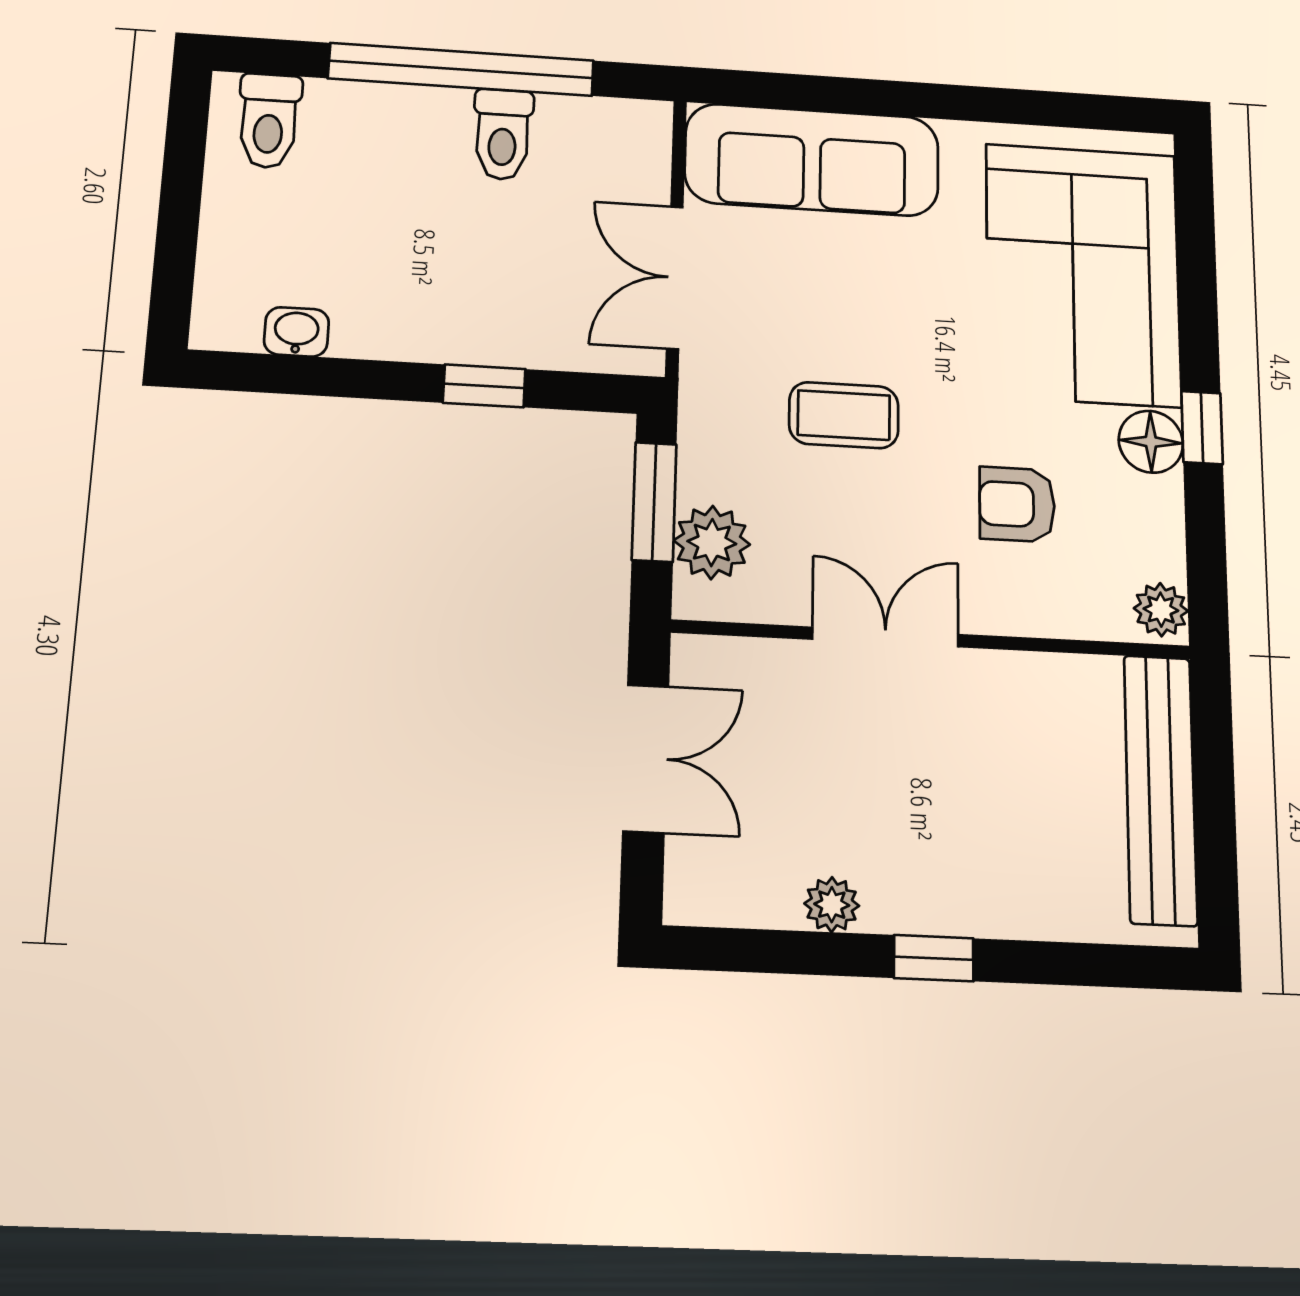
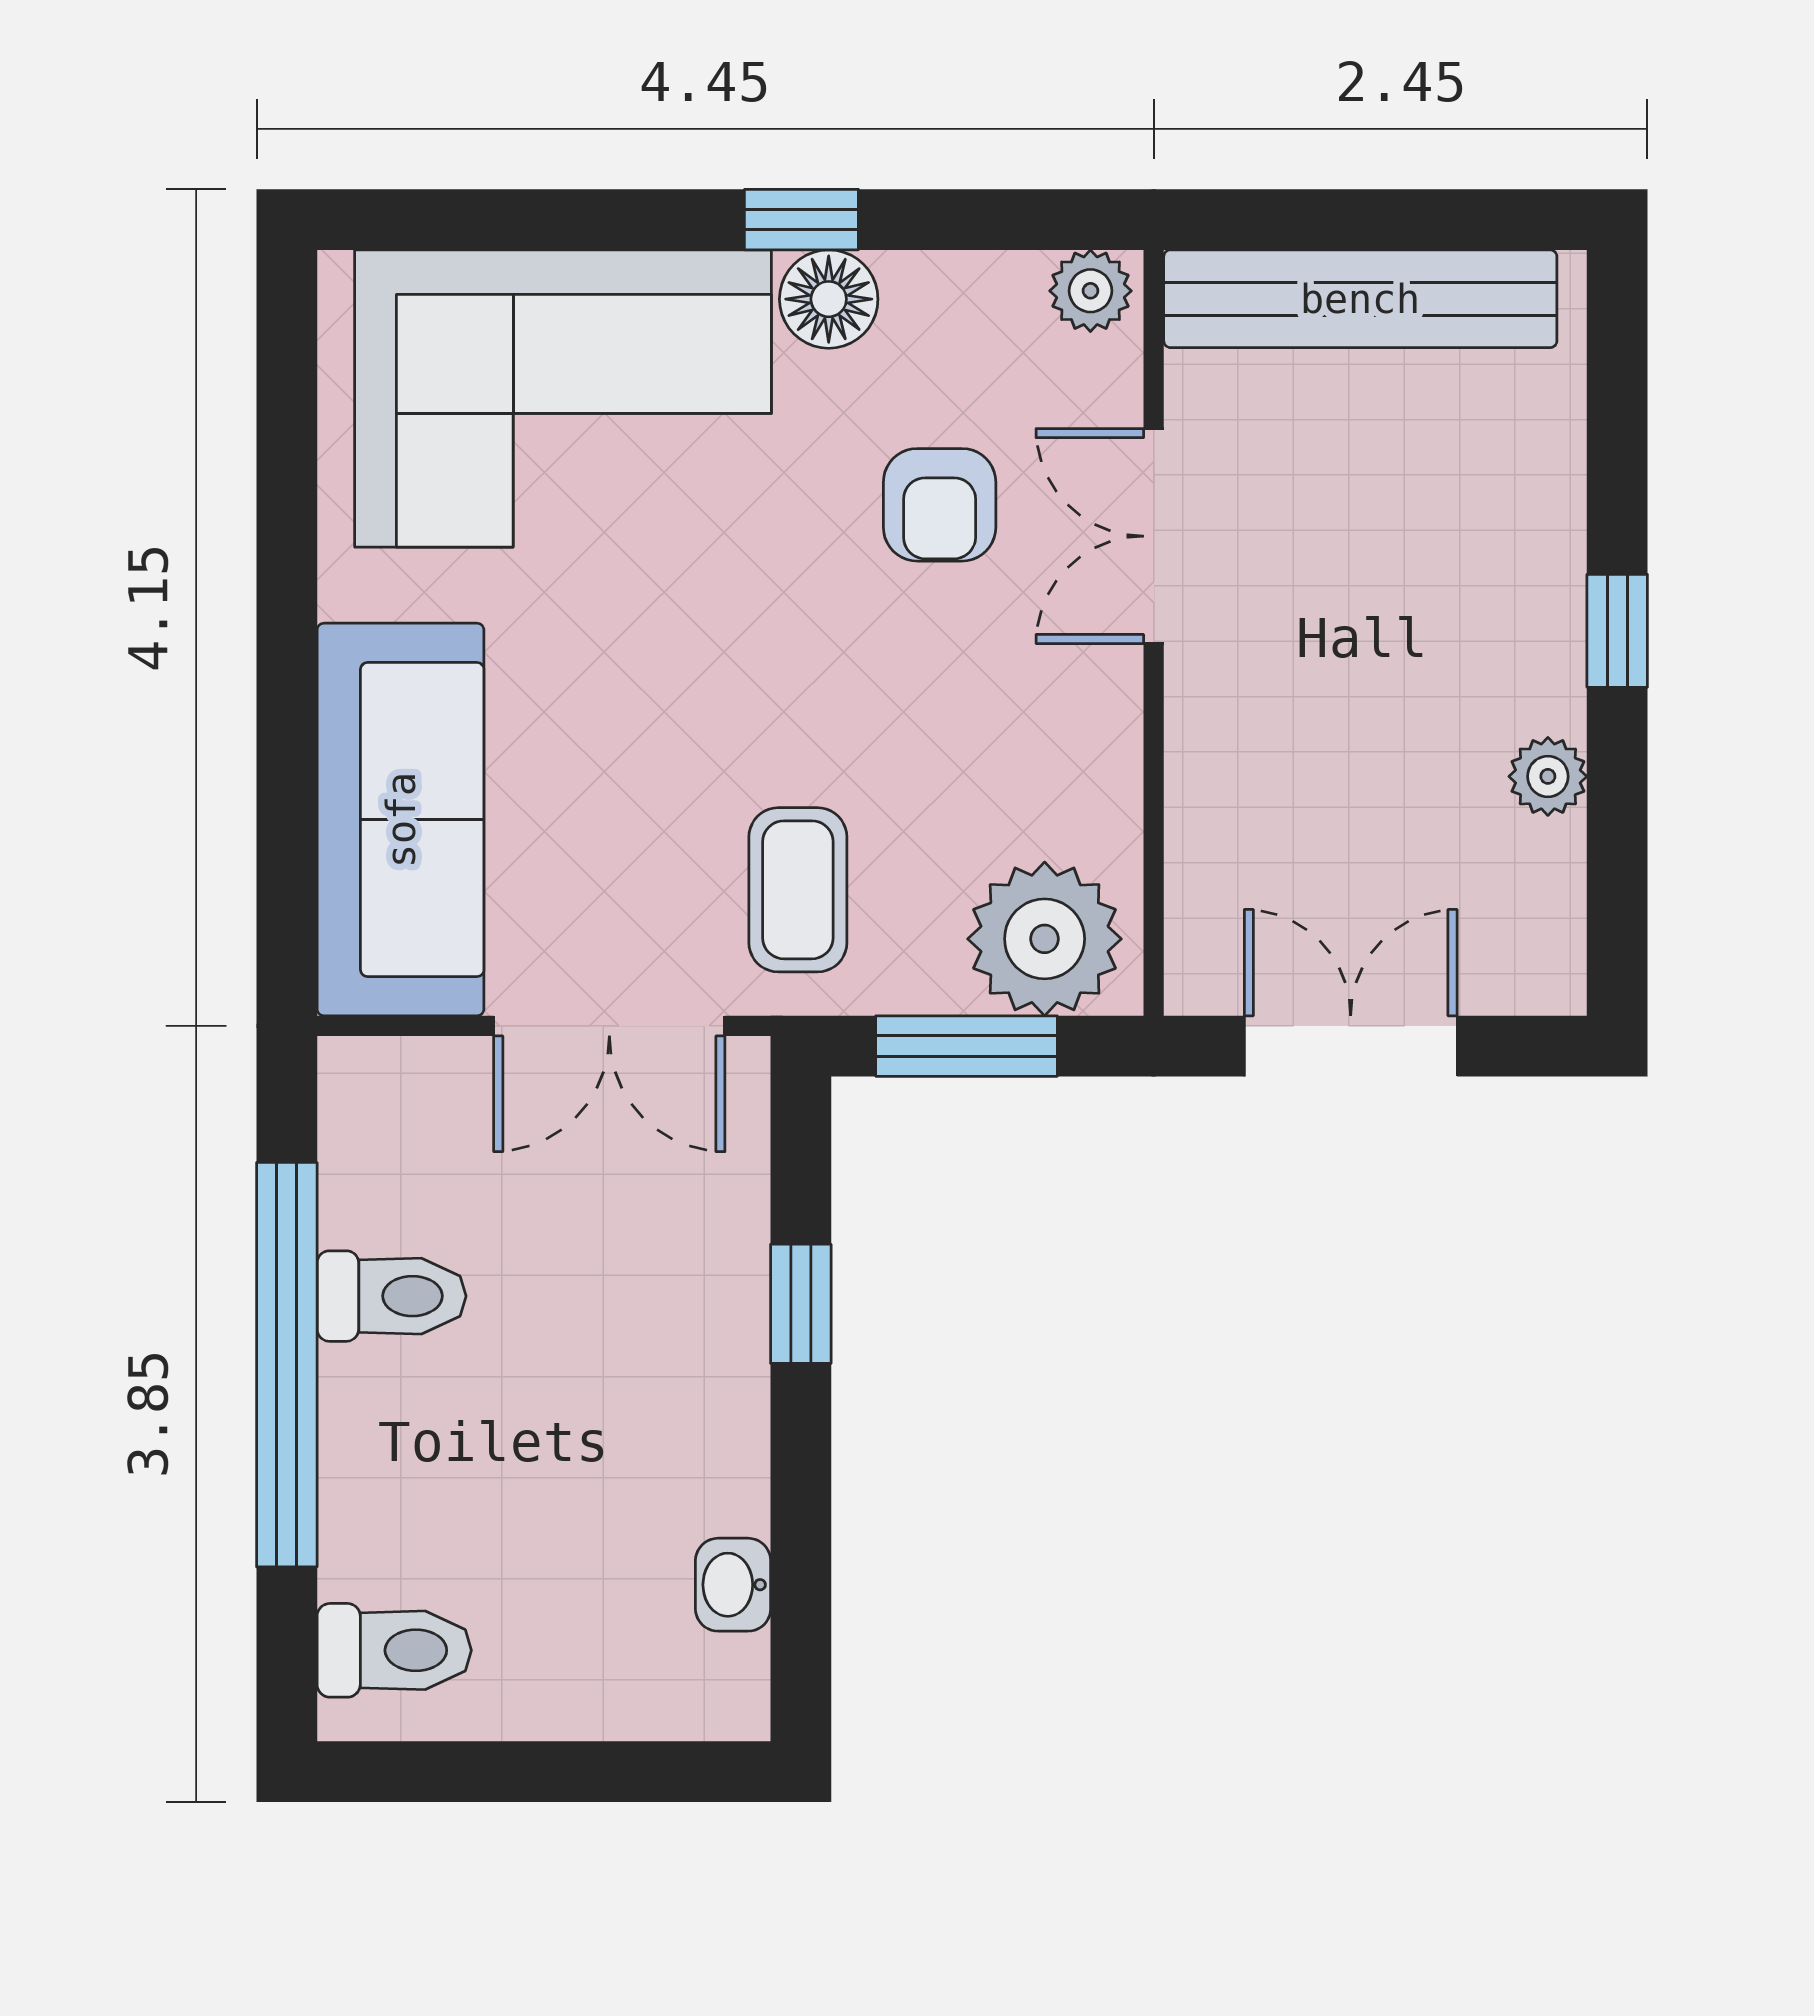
coffee table: (844, 415) -> (798, 890), moved
plant: (712, 542) -> (1045, 939), width x1.36, depth x1.36
double door: (885, 637) -> (1154, 536), moved

